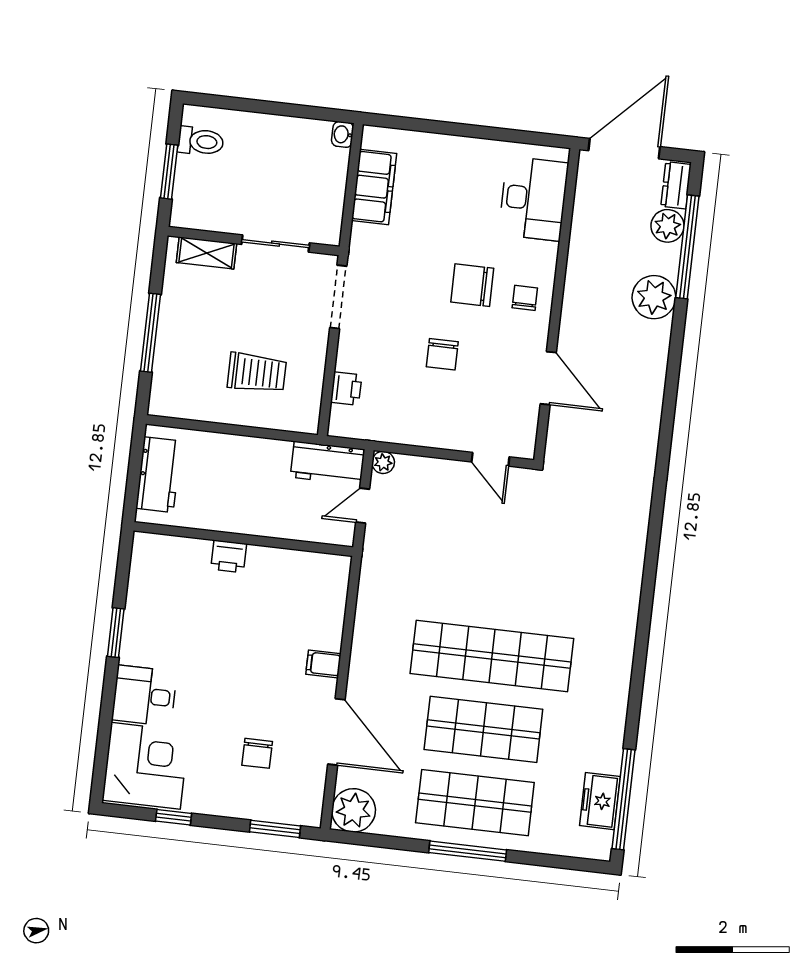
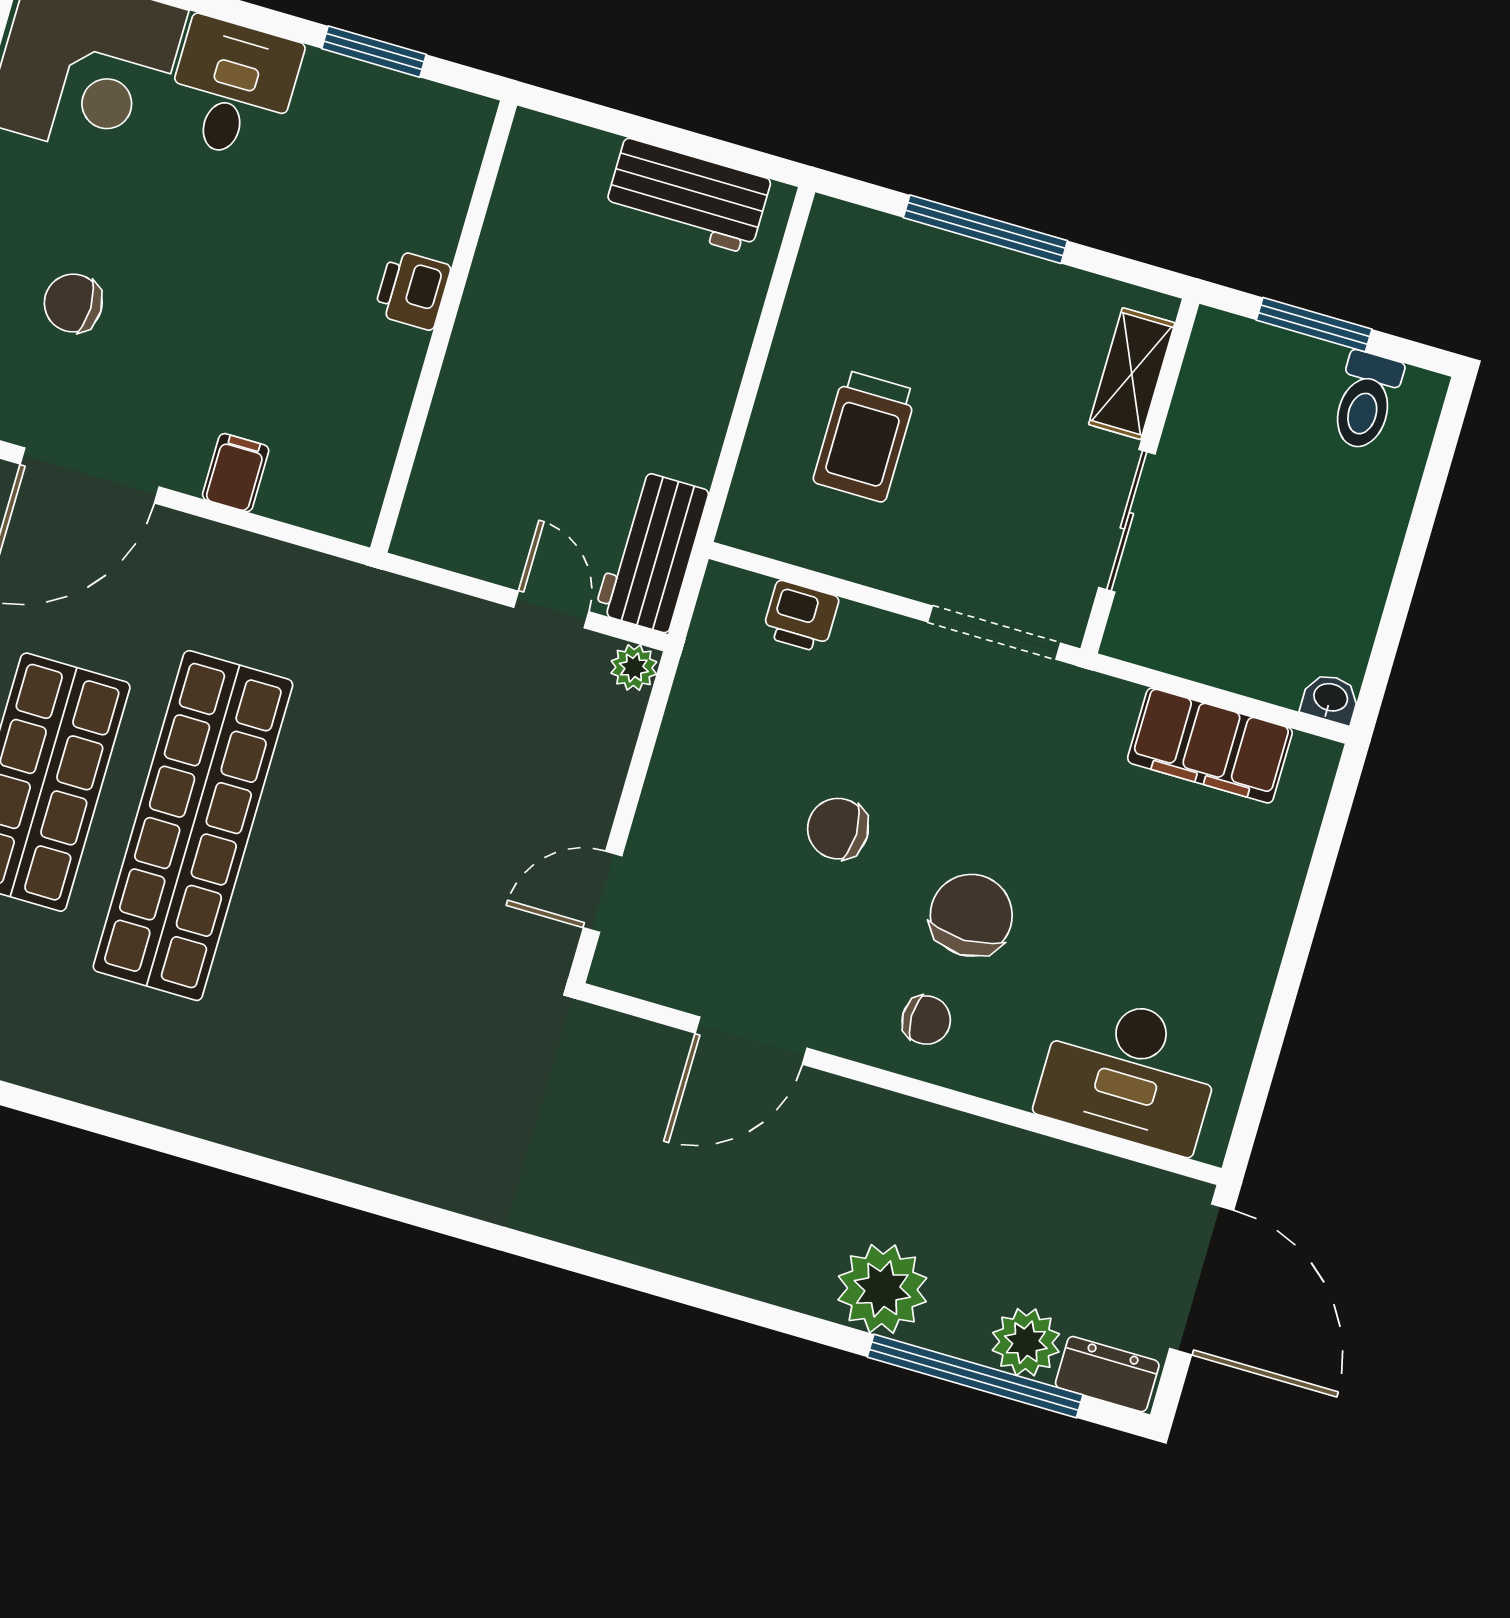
wall: (243, 539) -> (444, 327), moved
printer: (229, 556) -> (412, 290), moved

